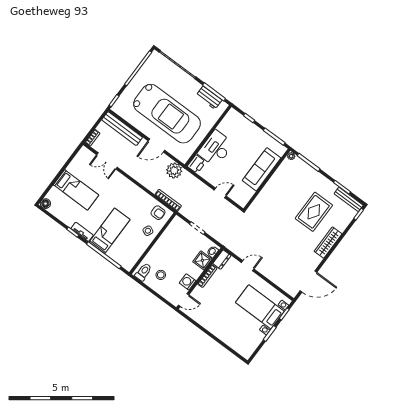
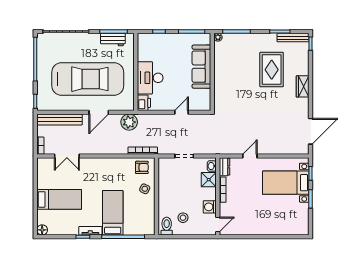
wardrobe: (328, 243) -> (303, 86), width x0.67

